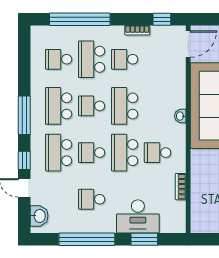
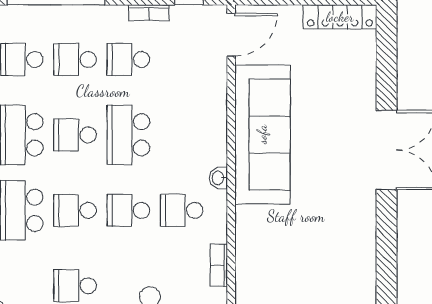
school desk: (92, 59) -> (75, 59), width x0.54
washbasin: (180, 116) -> (218, 178), moved
school desk: (125, 153) -> (128, 210), width x0.54

